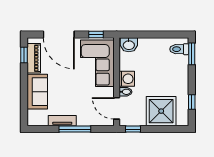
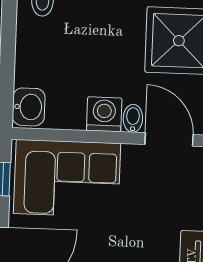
door: (117, 108) -> (169, 139), swing flipped

